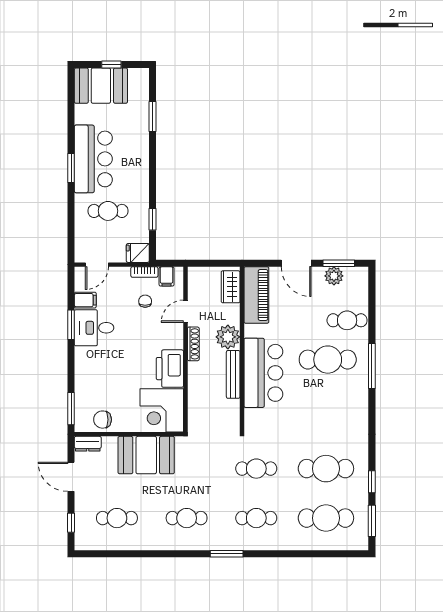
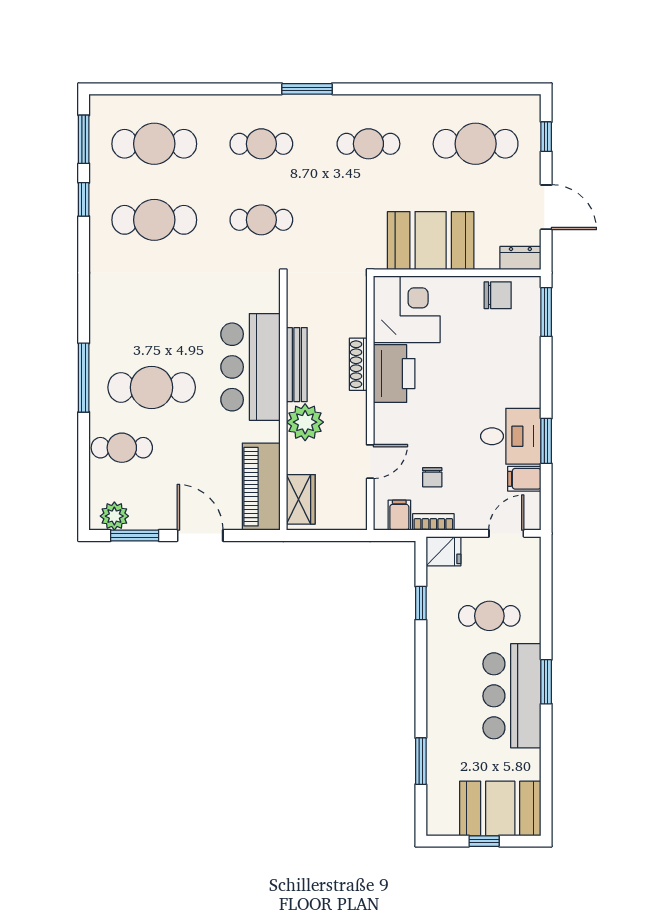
plant: (334, 276) -> (114, 516), moved
shoe rack: (193, 344) -> (358, 364), moved
cafe table: (117, 518) -> (476, 144), width x1.37, depth x1.35

